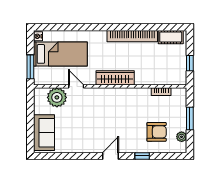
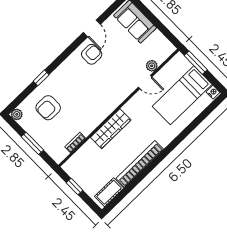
wardrobe: (115, 78) -> (111, 129), moved
plant: (57, 97) -> (152, 66), width x0.53, depth x0.53
plant: (182, 137) -> (17, 114), moved
armchair: (94, 139) -> (92, 54), added
door: (111, 156) -> (92, 28), moved

